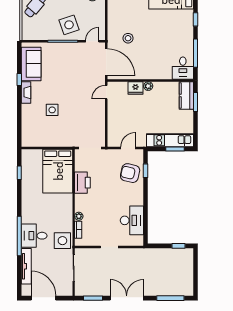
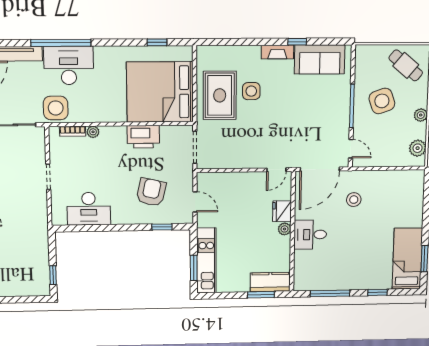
side table: (69, 25) -> (382, 101), moved
desk: (183, 68) -> (310, 235), moved
door: (106, 92) -> (276, 170), swing flipped
rug: (55, 131) -> (220, 95), added
bed: (58, 171) -> (160, 92), width x1.36
armchair: (130, 173) -> (151, 192), moved
desk: (34, 236) -> (69, 65), width x1.37

